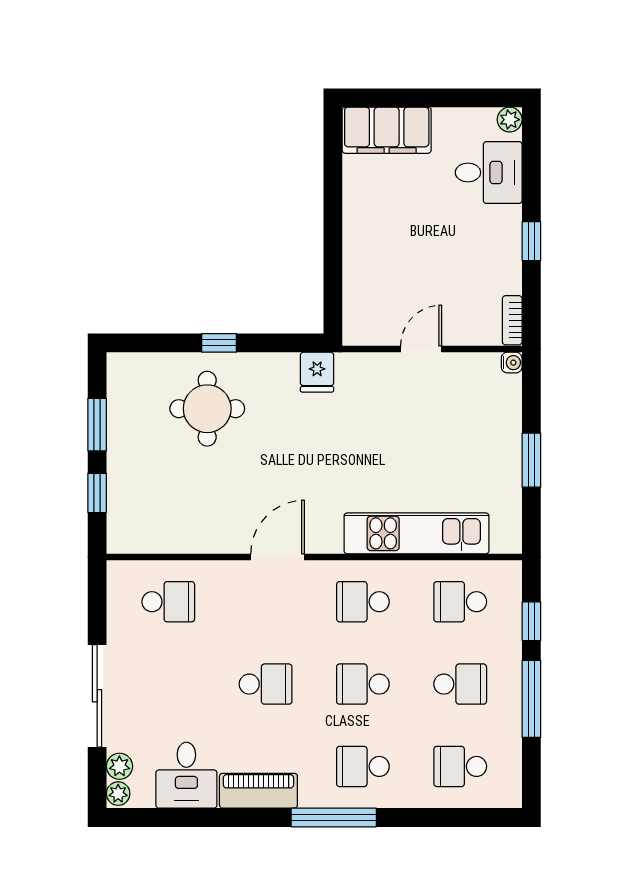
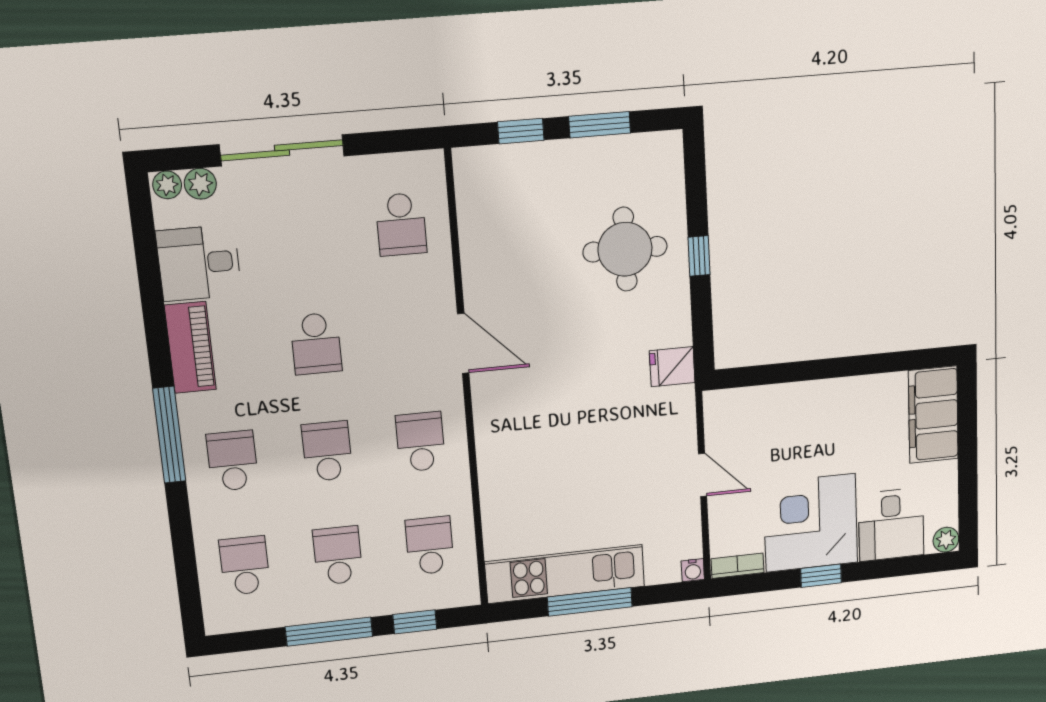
corner desk: (478, 250) -> (811, 523), added
window: (531, 460) -> (590, 602), width x1.44
kitchen unit: (416, 533) -> (565, 574), moved, turned -90
school desk: (460, 684) -> (338, 555), turned 180

